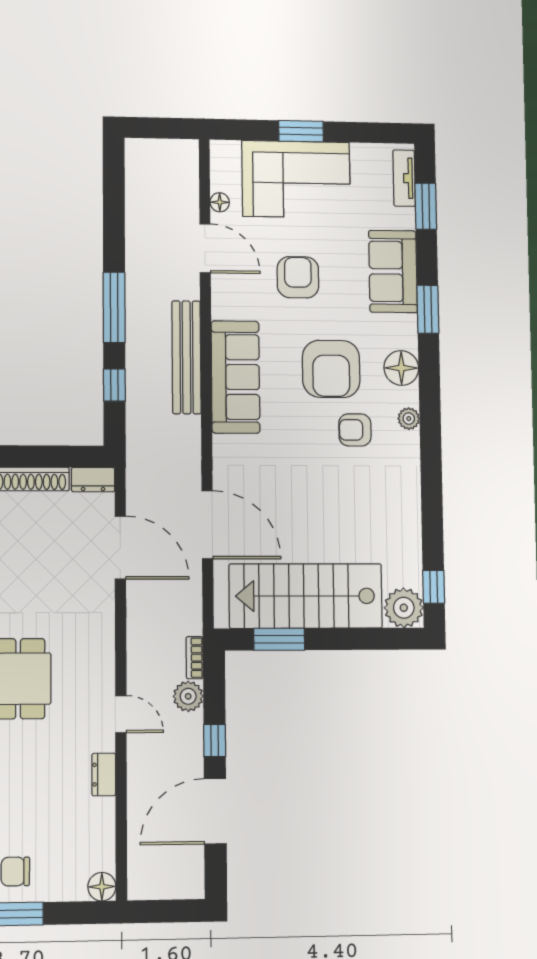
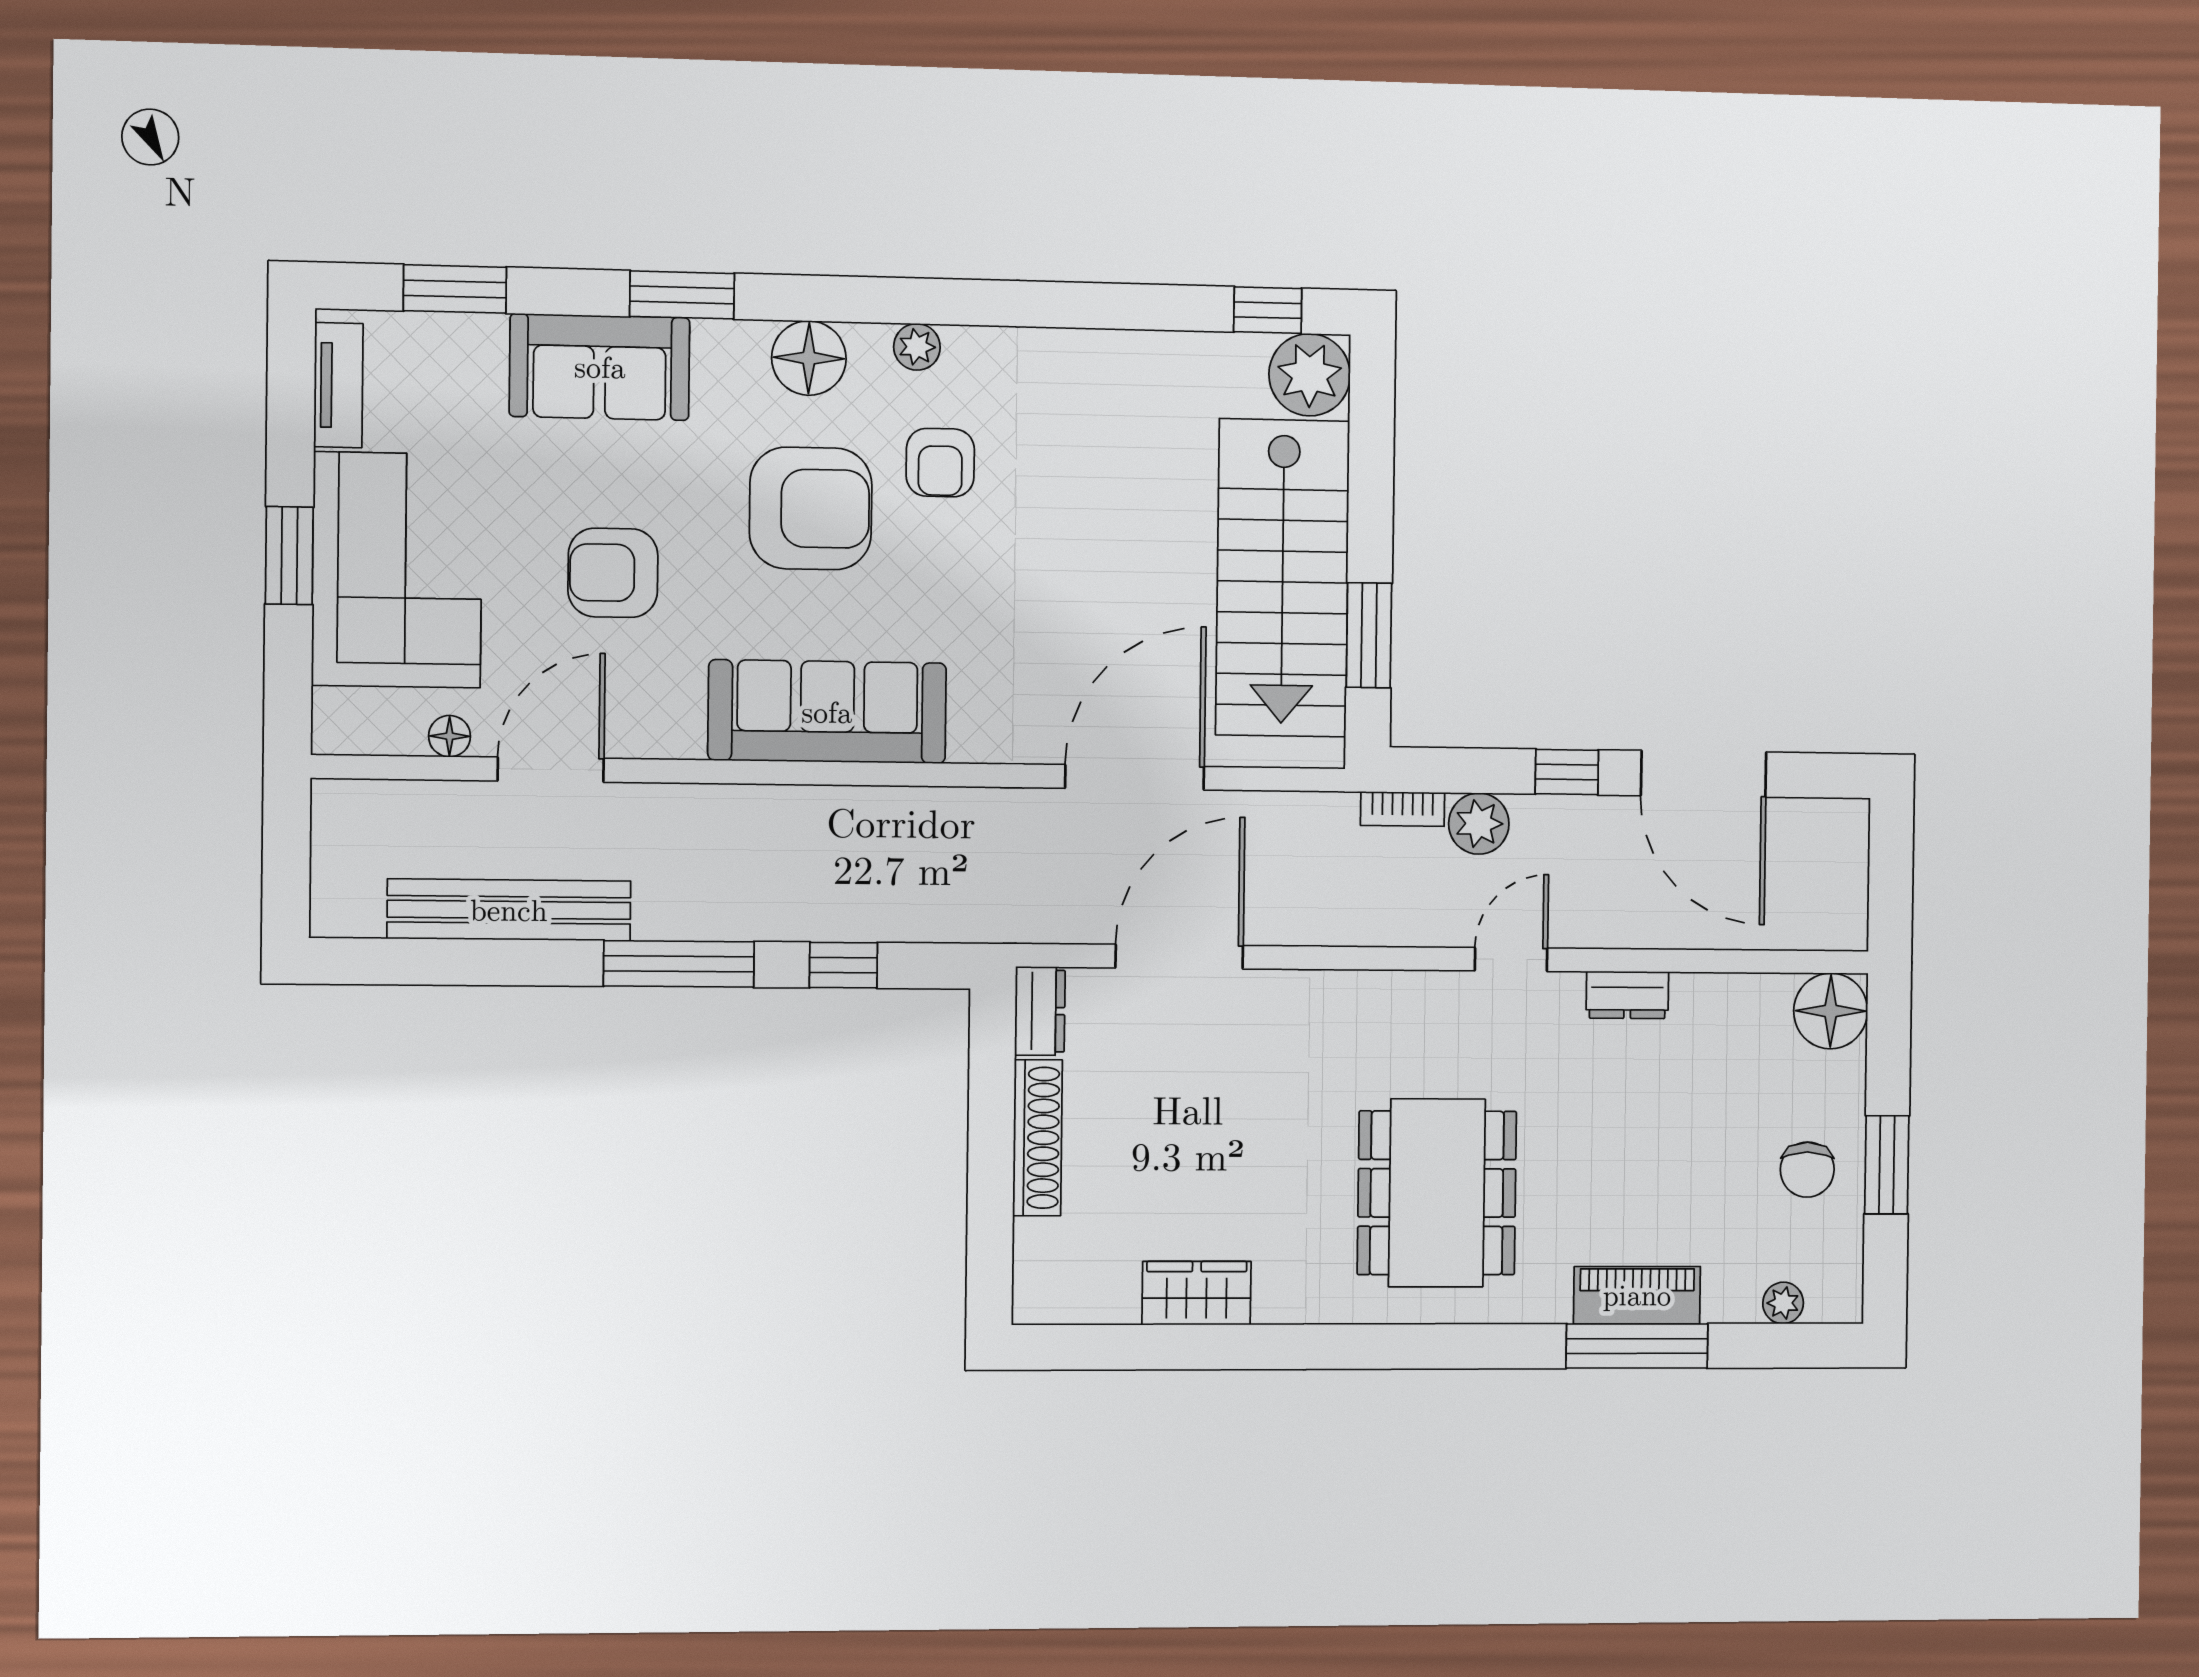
tv unit: (404, 178) -> (338, 385), moved, turned -90
bench: (186, 357) -> (509, 910), moved
floor lamp: (102, 887) -> (1831, 1011), width x1.38, depth x1.38

